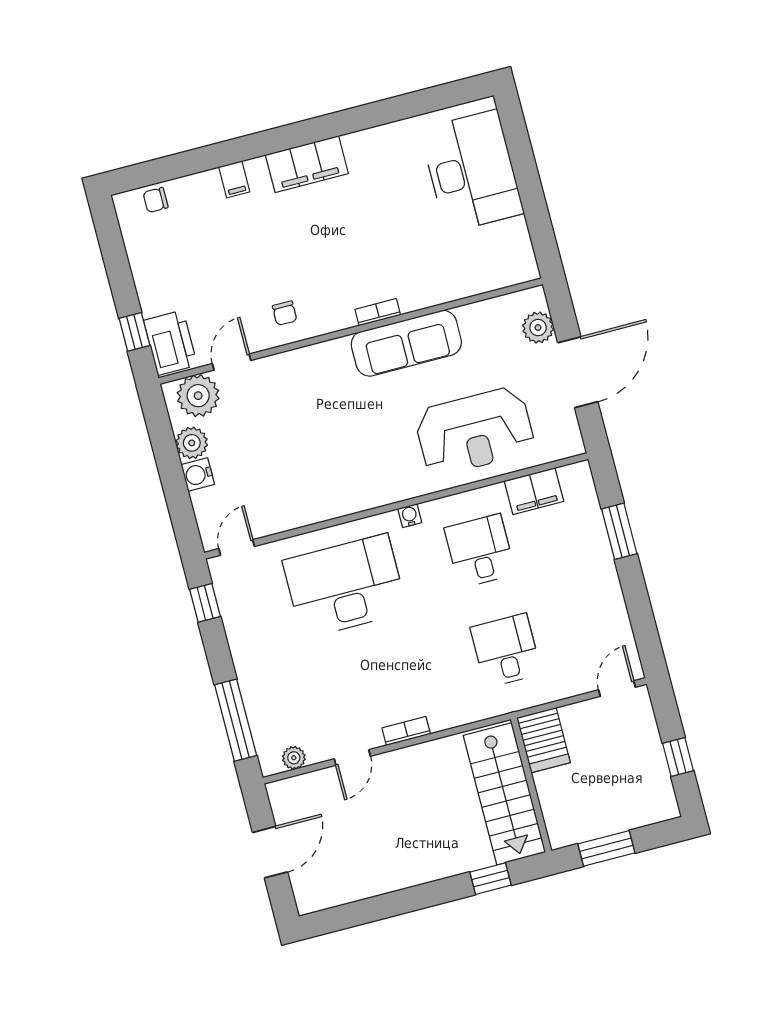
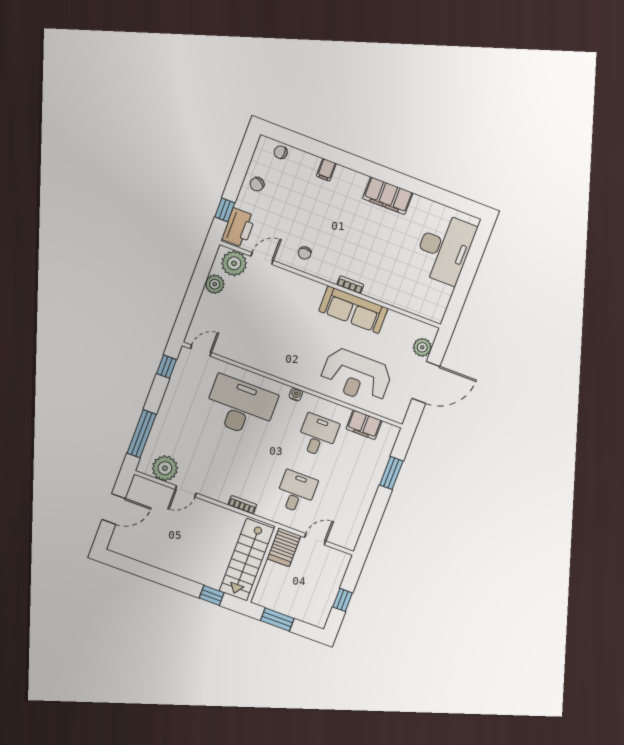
filing cabinet: (307, 164) -> (388, 196), moved
chair: (154, 266) -> (257, 184), added
water cooler: (198, 475) -> (207, 302), removed
door: (617, 689) -> (315, 539), moved
bookcase: (406, 731) -> (242, 505), moved
plant: (294, 758) -> (165, 468), width x1.88, depth x1.88

